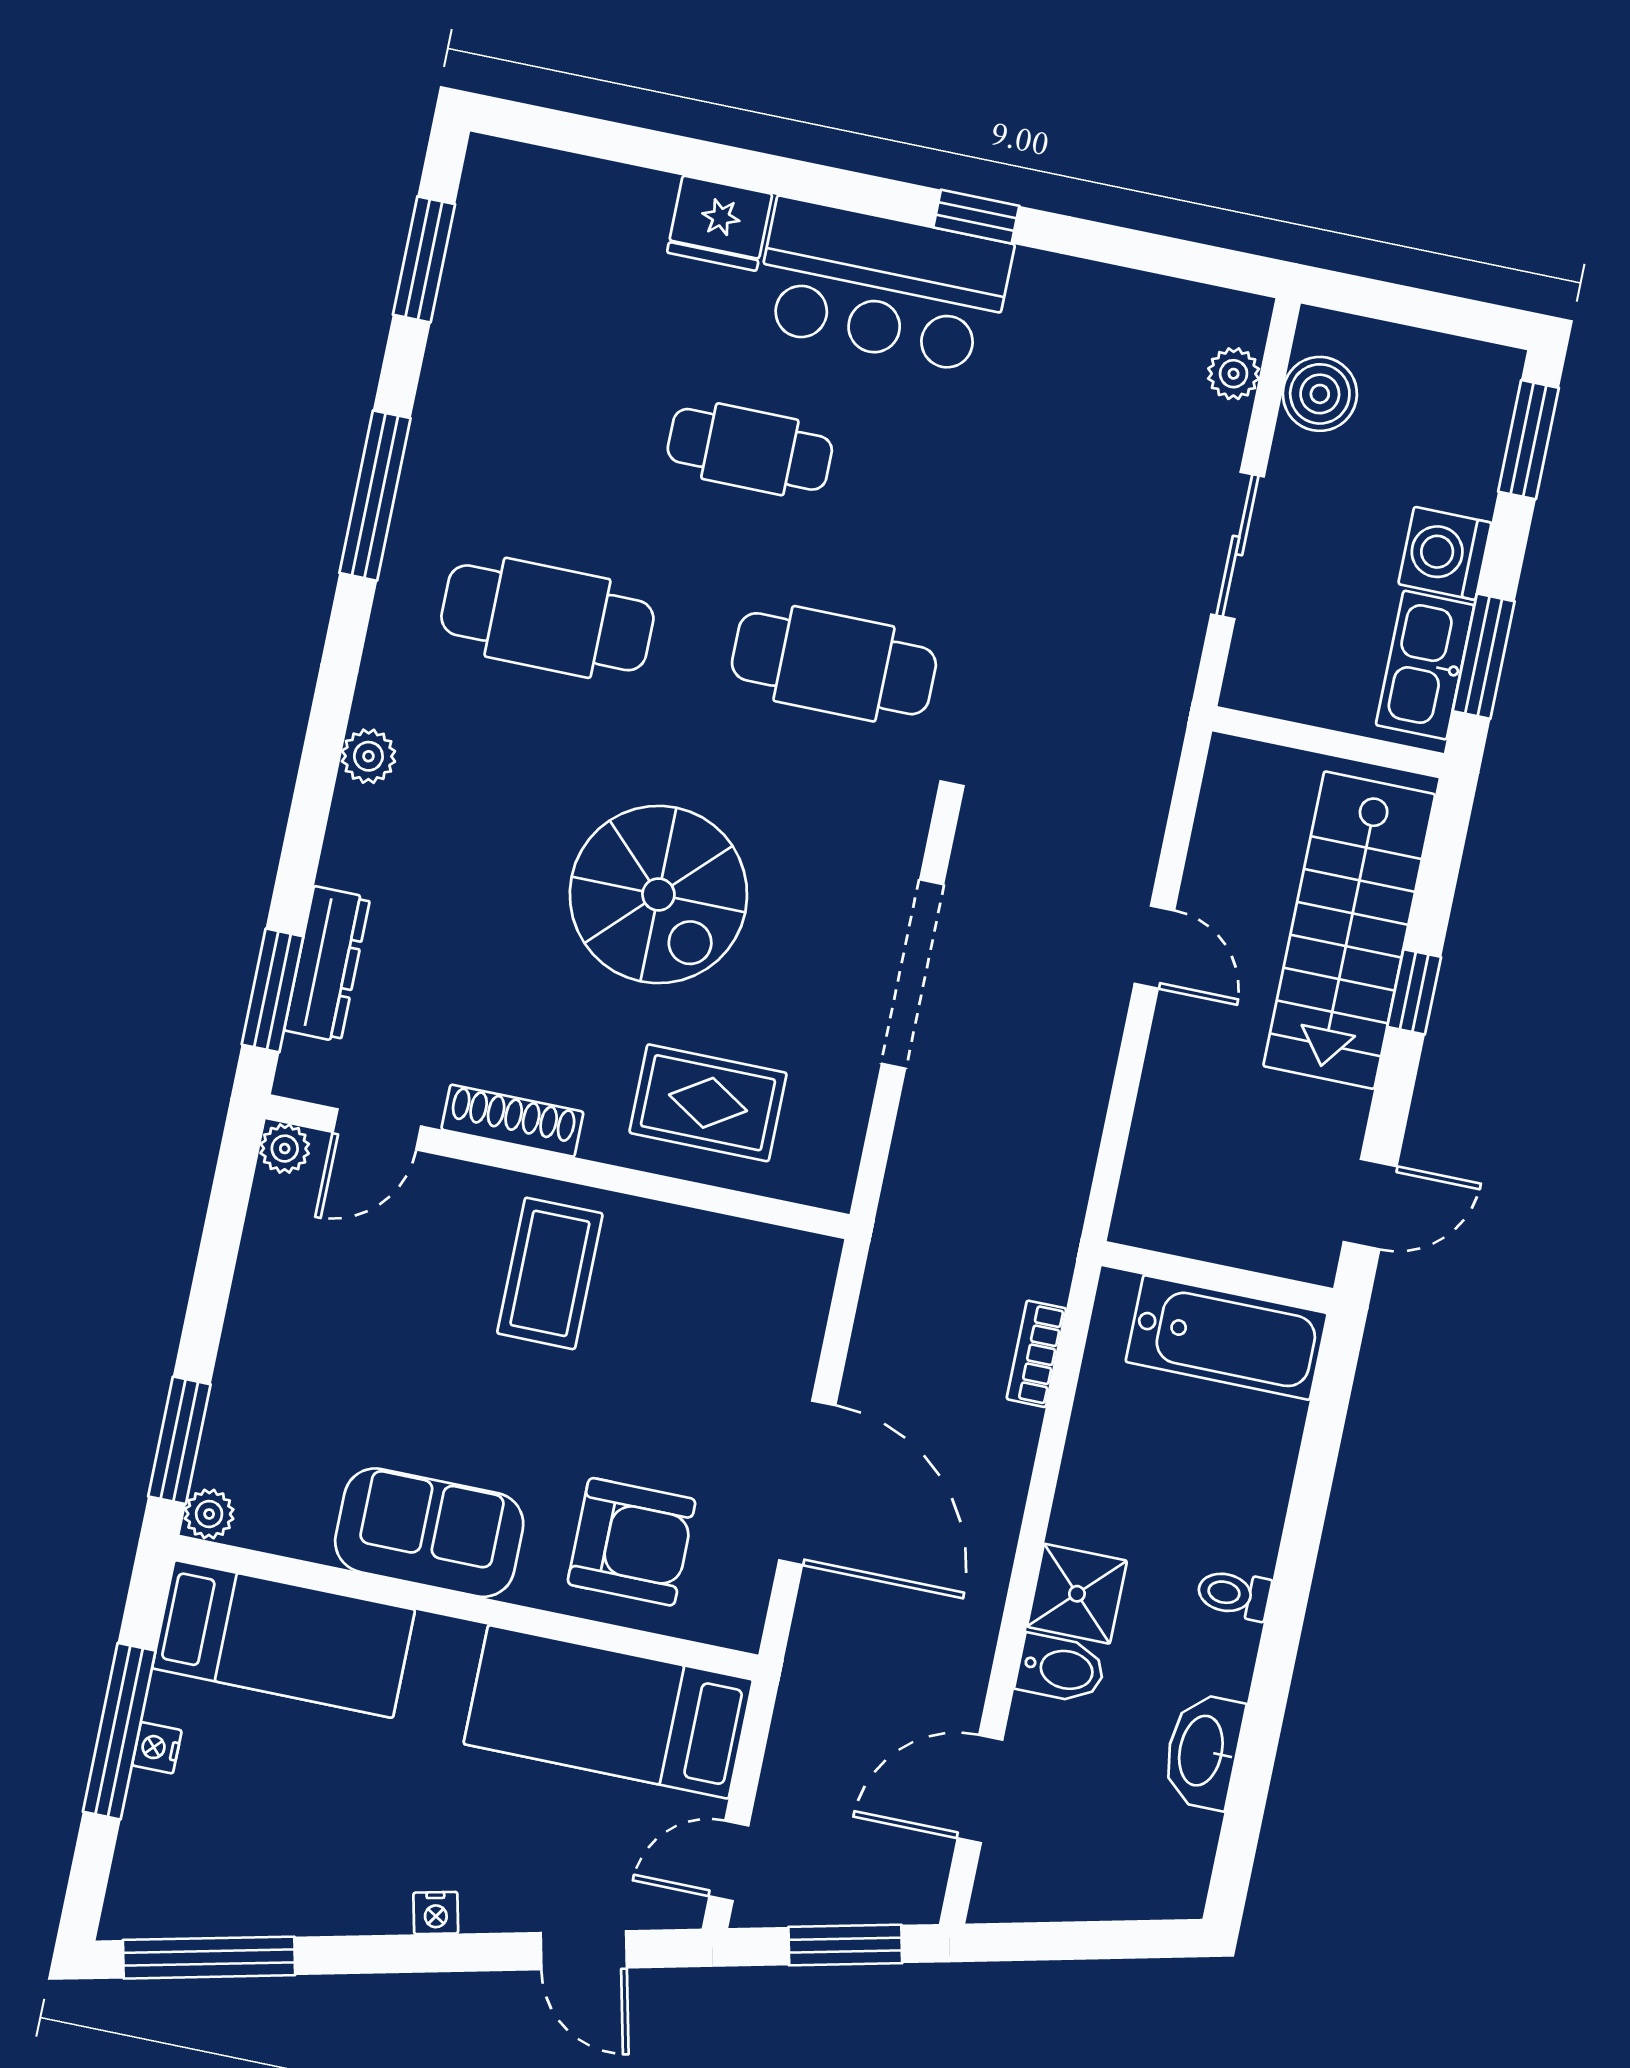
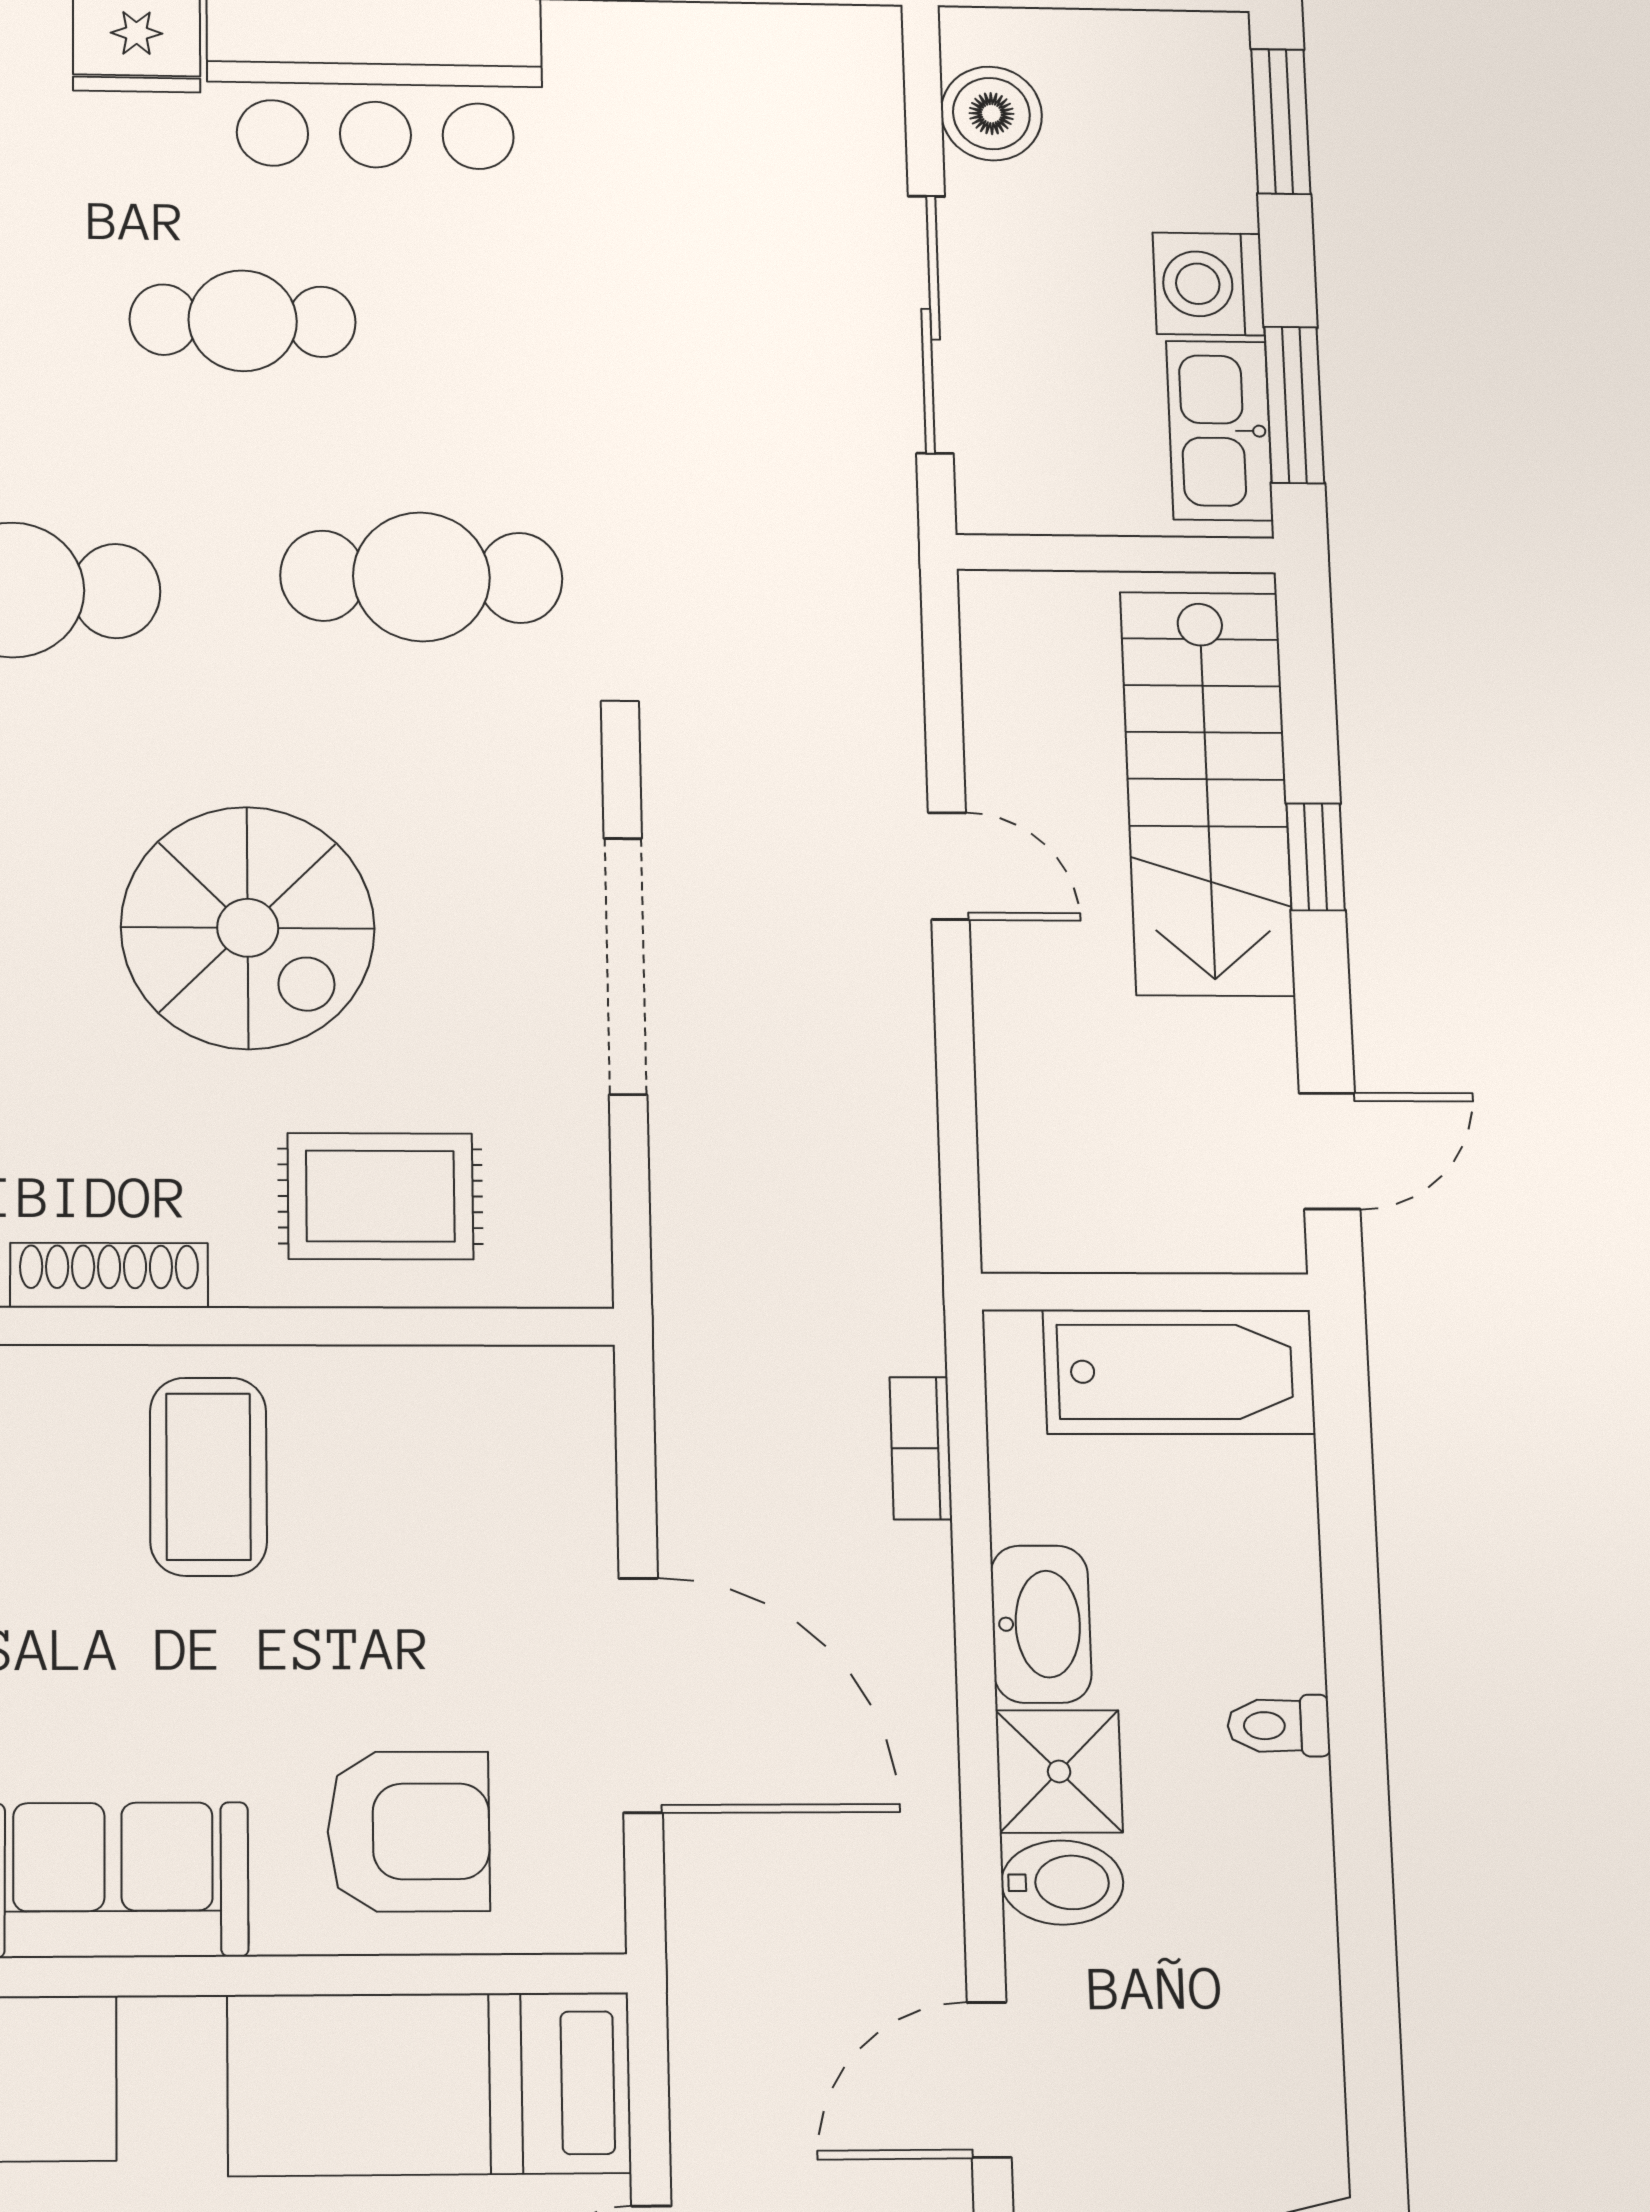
plant: (1234, 374) -> (871, 109), removed
sliding door: (1238, 545) -> (931, 324), width x1.37
washbasin: (1203, 1751) -> (1041, 1624), moved, turned 180

